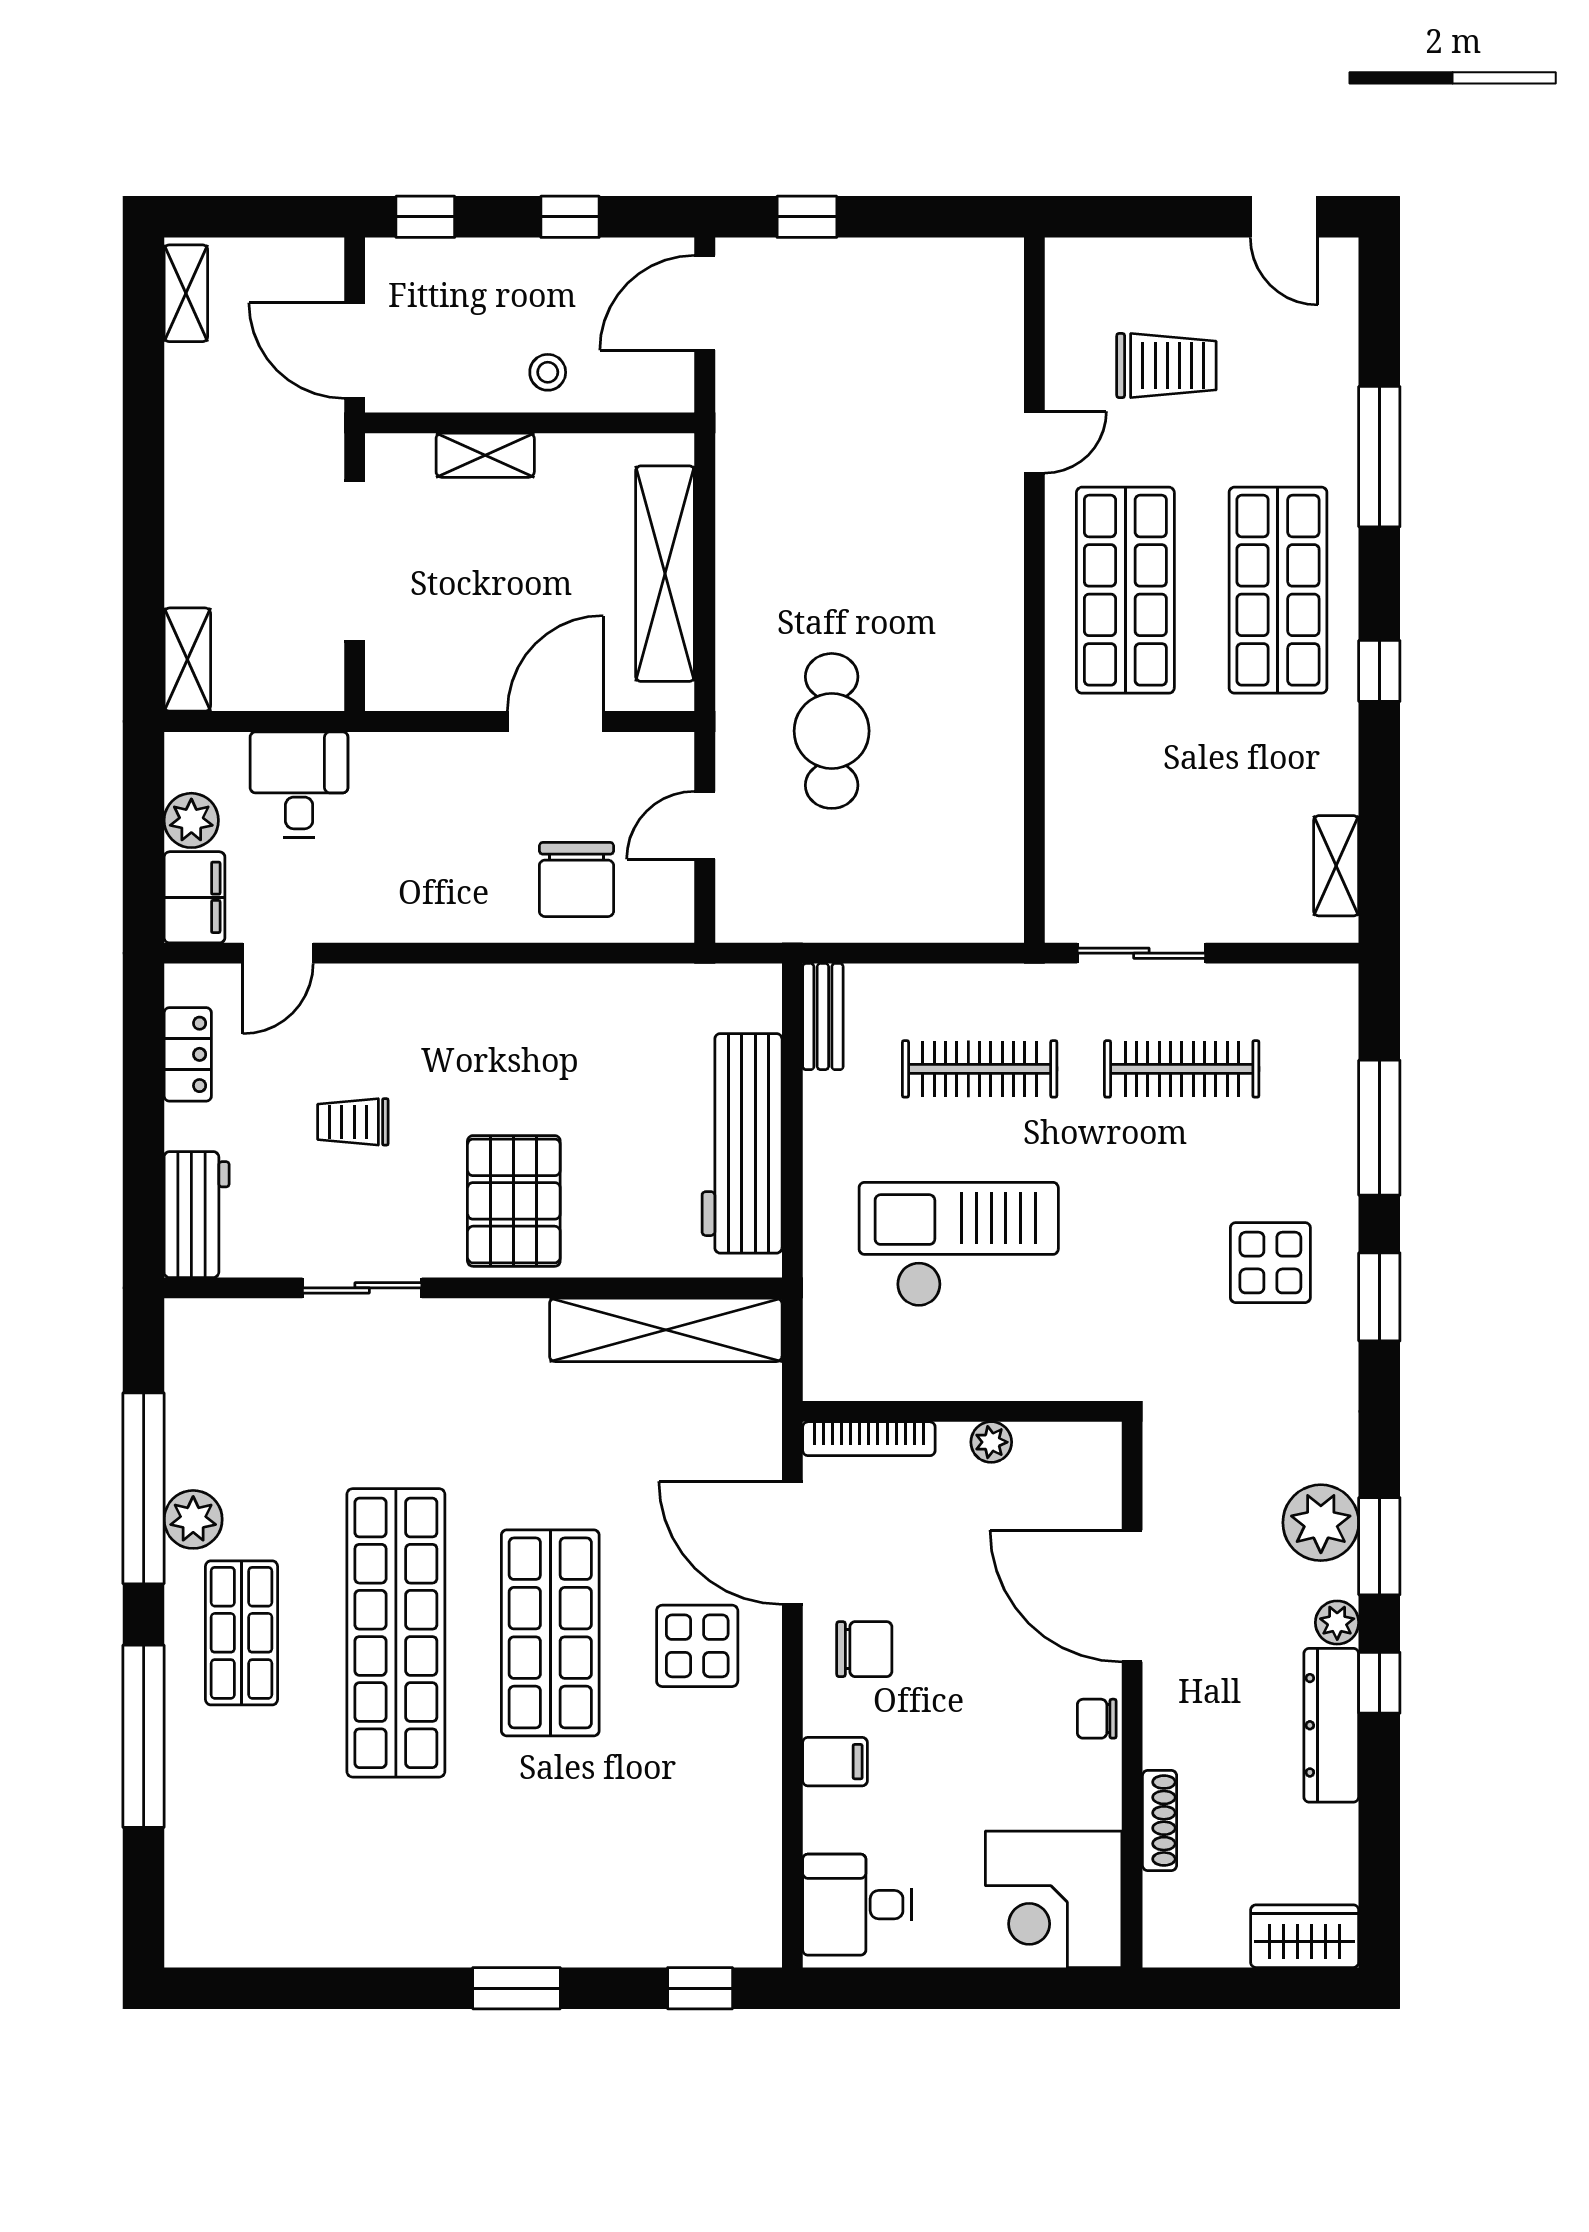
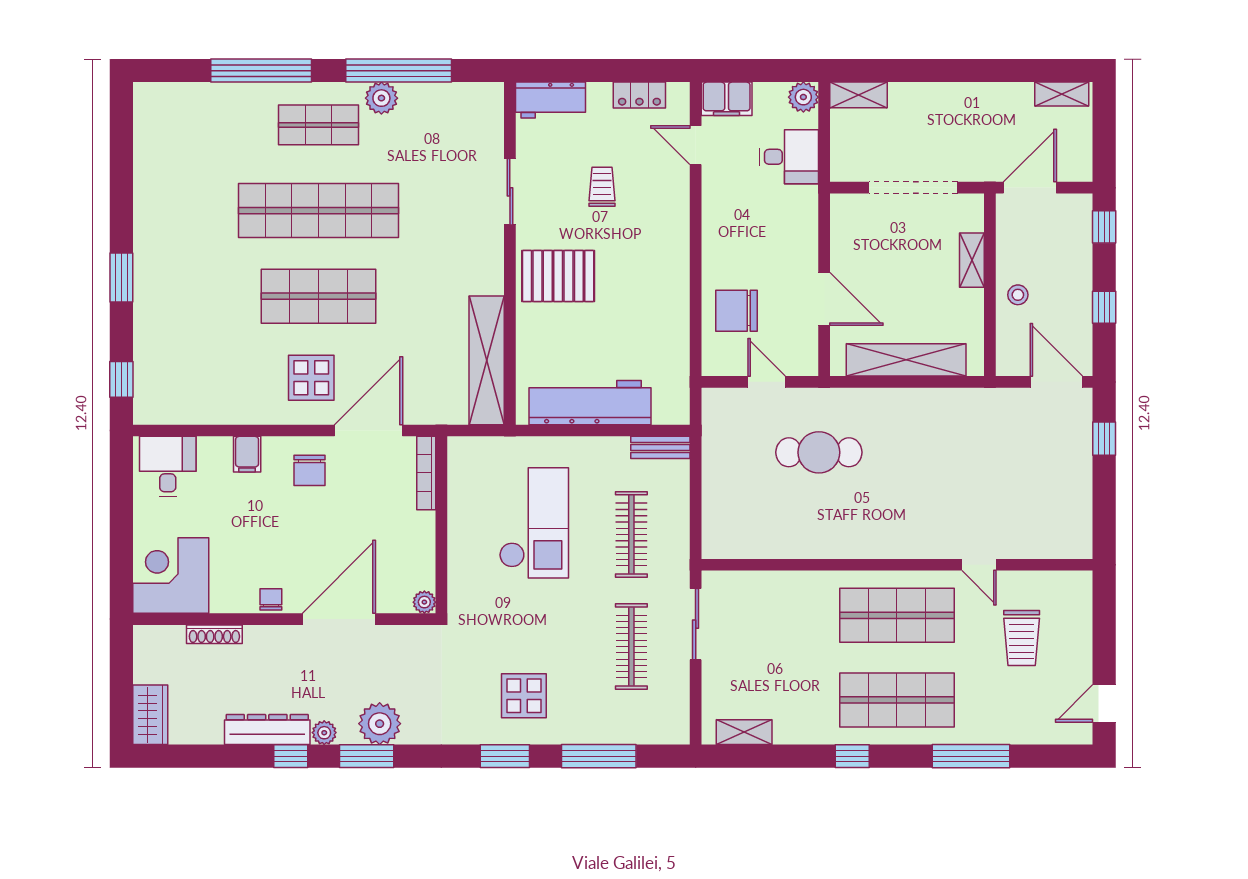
plant: (191, 820) -> (803, 97), moved
plant: (991, 1442) -> (424, 602), moved

